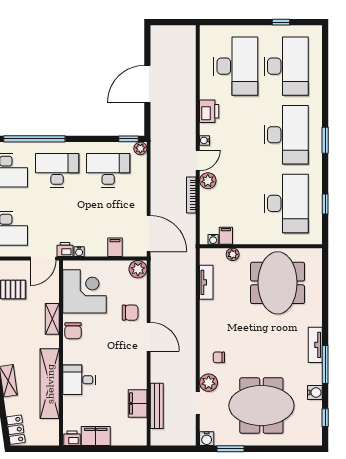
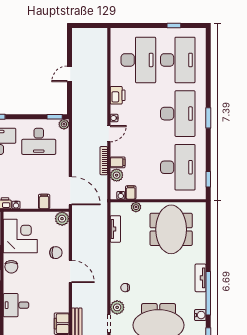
door: (147, 84) -> (69, 74), width x0.53
desk: (108, 170) -> (39, 141), turned 180
plant: (208, 181) -> (117, 175), moved
filing cabinet: (209, 197) -> (118, 162), added
window: (325, 204) -> (208, 179), moved
window: (325, 365) -> (208, 293), width x1.46

